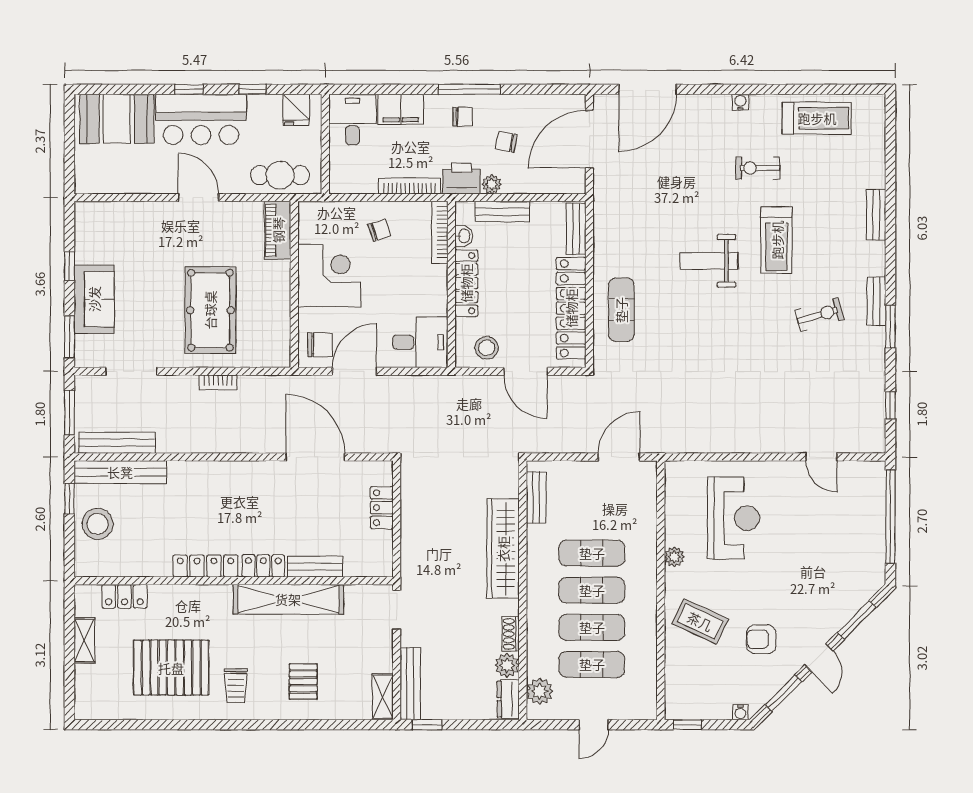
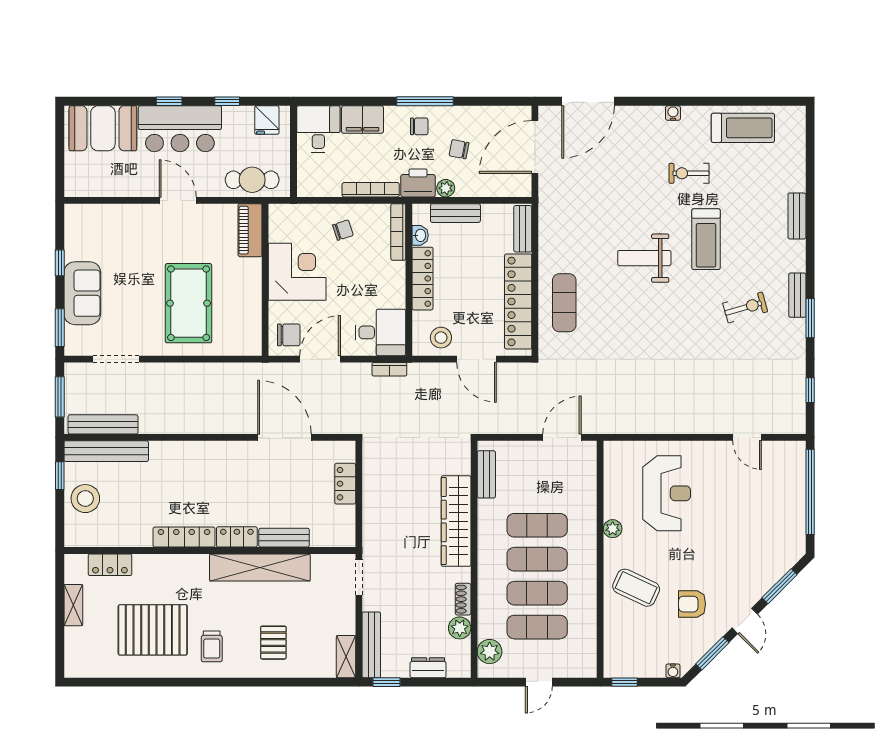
bookcase: (218, 382) -> (389, 369), moved
dresser: (508, 699) -> (428, 668), moved, turned 90

